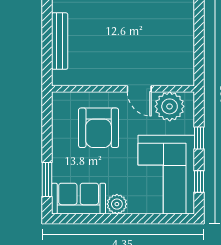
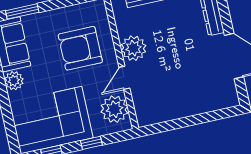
plant: (111, 73) -> (133, 48), added

